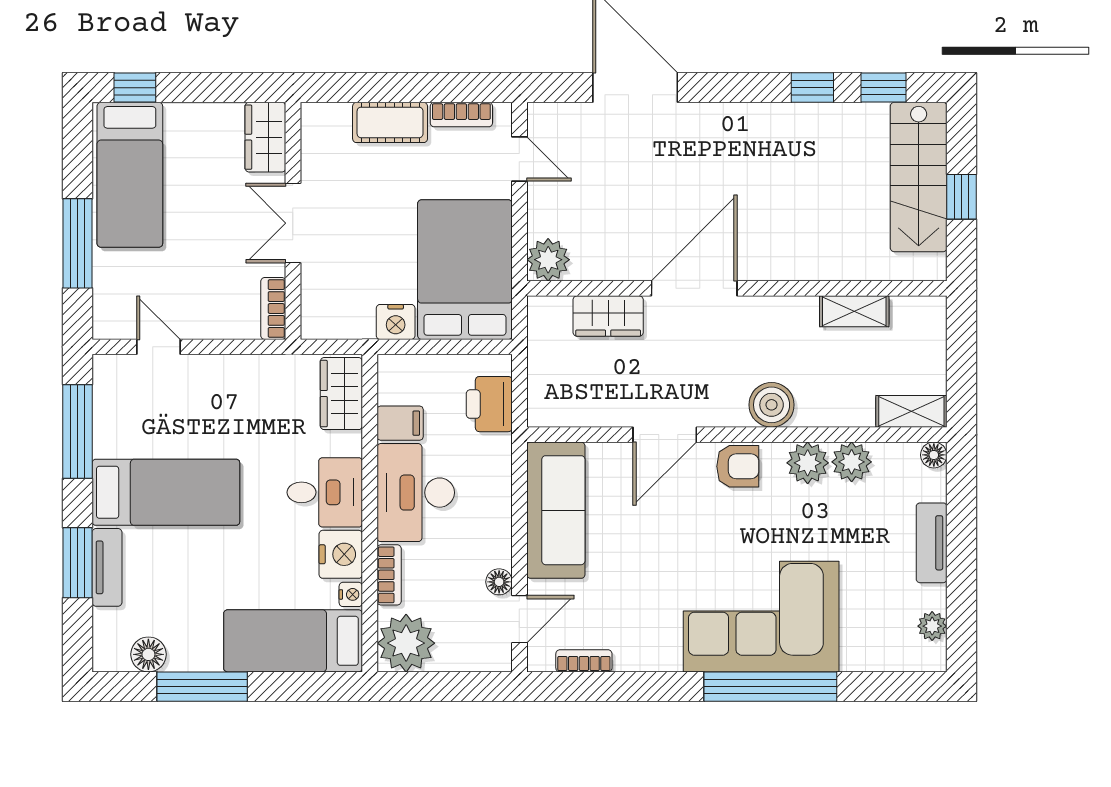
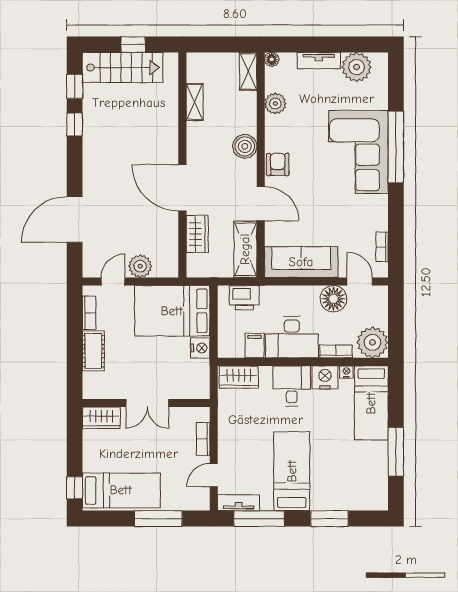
plant: (548, 260) -> (140, 266), moved
bookcase: (273, 308) -> (203, 439), moved, turned 90
shelving: (580, 406) -> (245, 249), added
plant: (808, 463) -> (276, 127), removed
tv unit: (107, 567) -> (239, 503), moved
floor lamp: (499, 582) -> (333, 299), width x1.89, depth x1.89
plant: (932, 626) -> (357, 67), width x1.88, depth x1.88
floor lamp: (148, 654) -> (379, 480), removed

